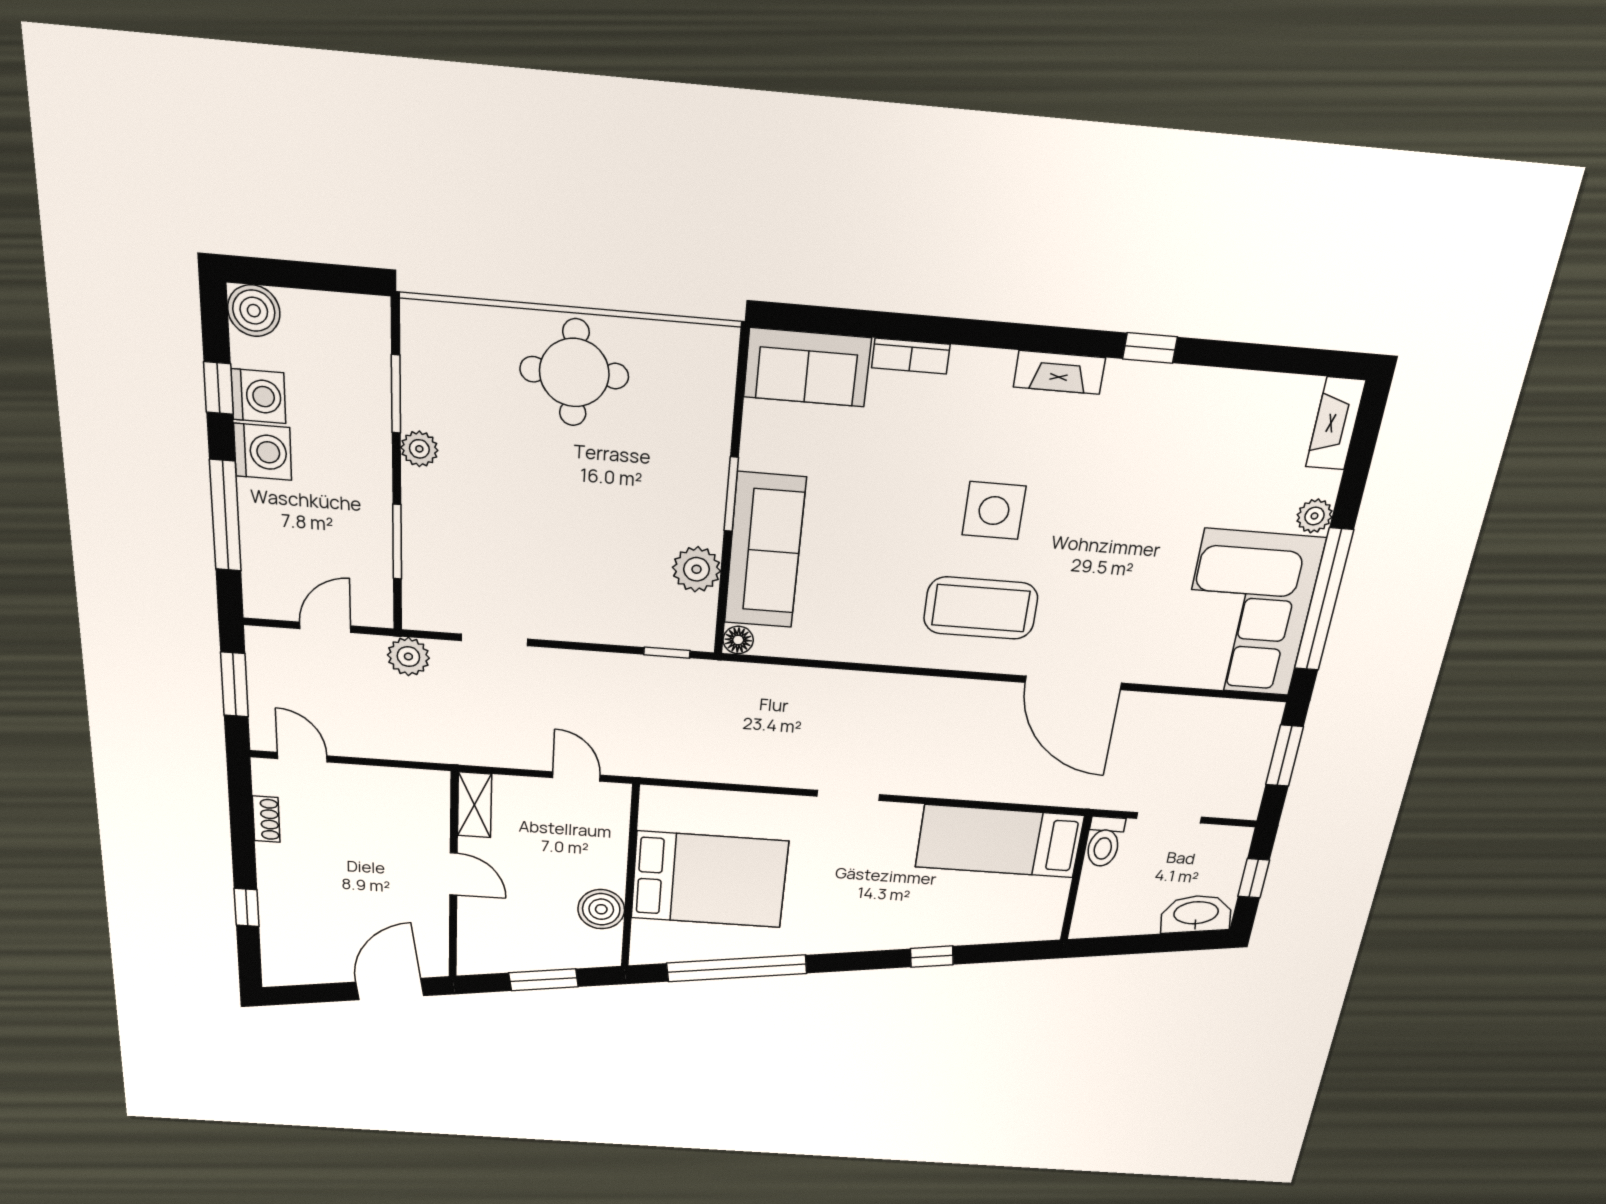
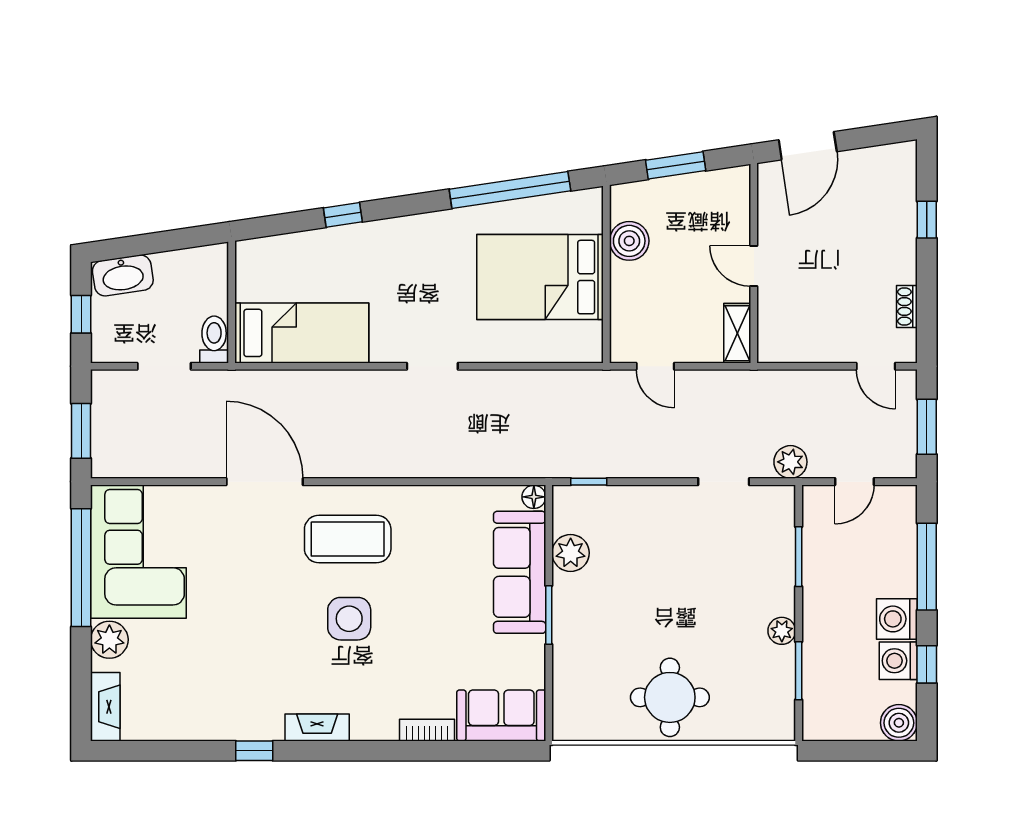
plant: (1314, 516) -> (109, 640), width x1.38, depth x1.38

